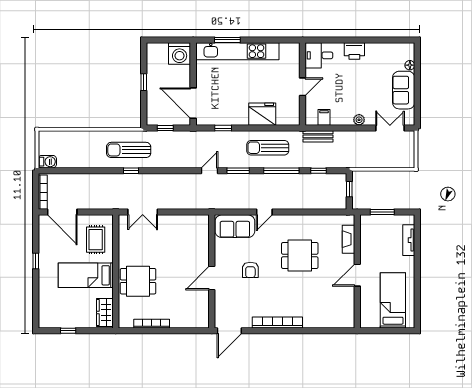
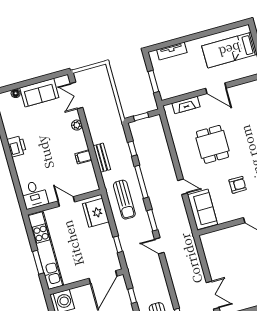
desk: (319, 55) -> (34, 195), moved
wall: (303, 84) -> (64, 202), moved
door: (303, 87) -> (66, 201), moved

